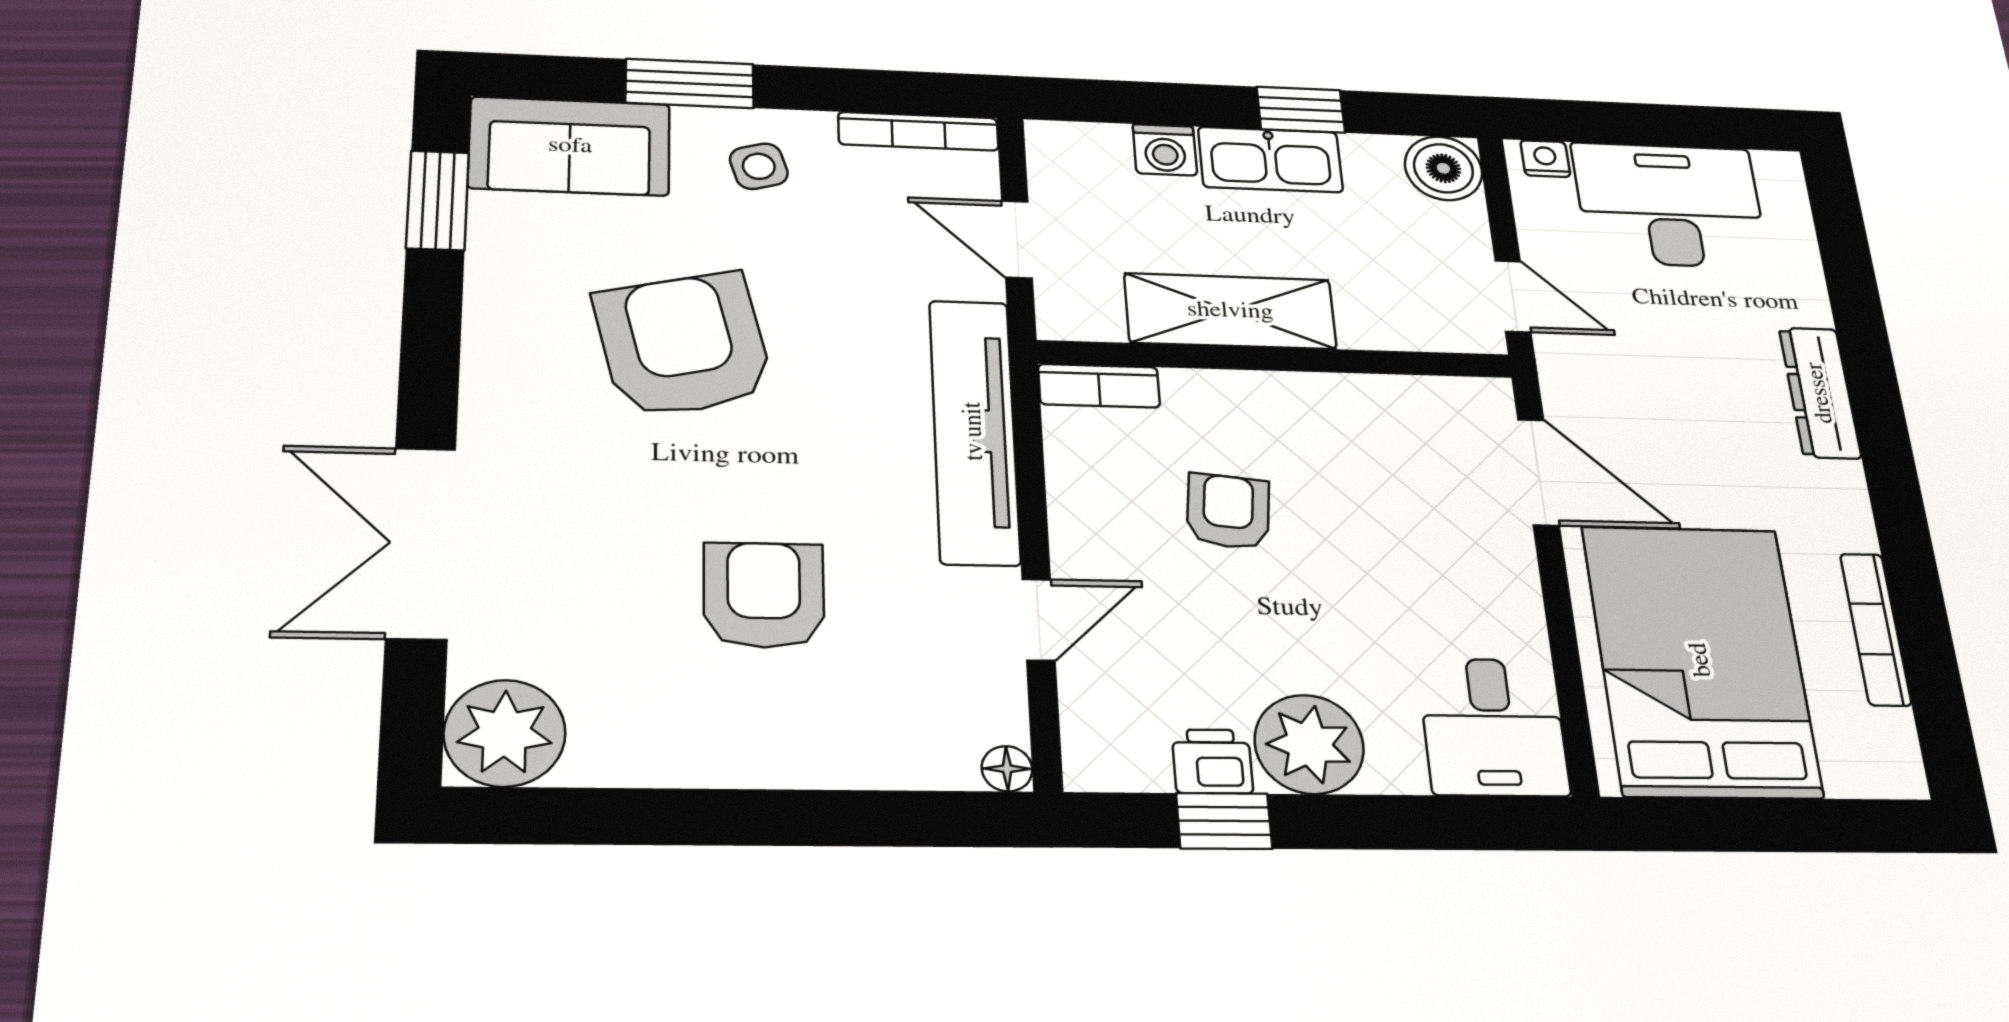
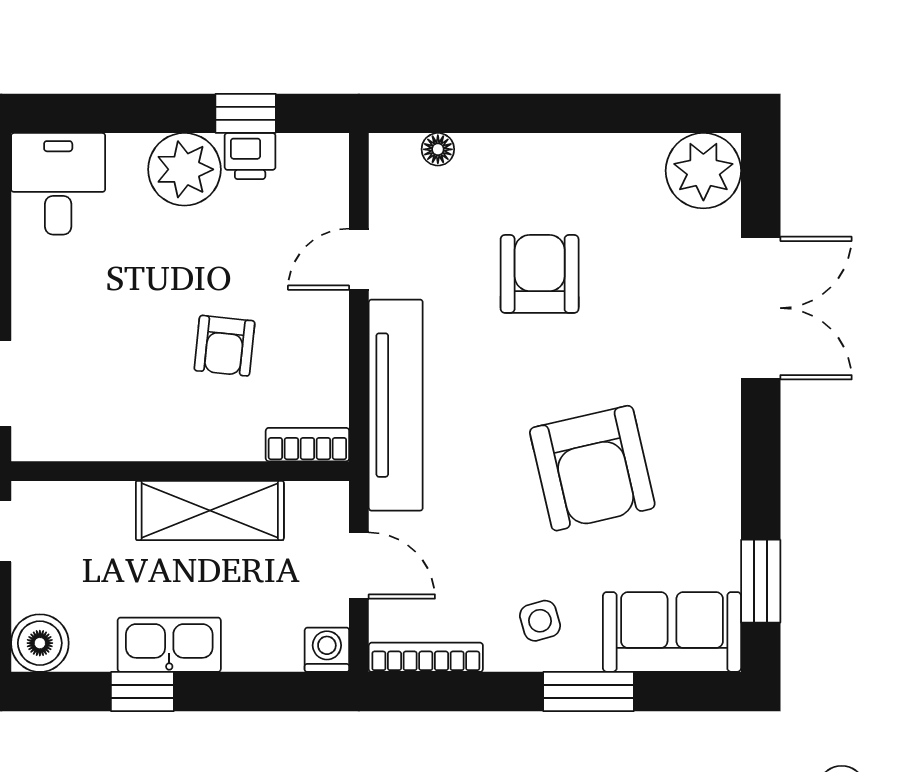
washing machine: (1165, 150) -> (327, 650), moved
armchair: (764, 595) -> (540, 274), turned 180
floor lamp: (1007, 769) -> (438, 149), moved

